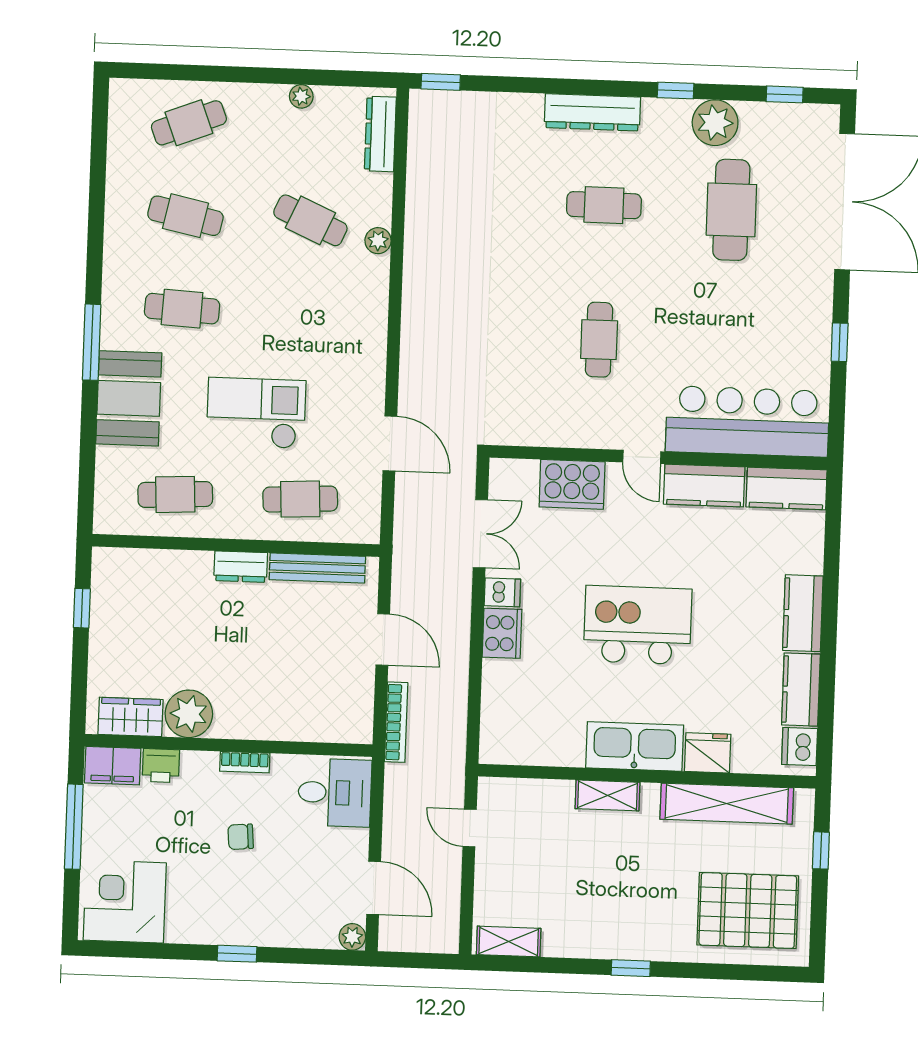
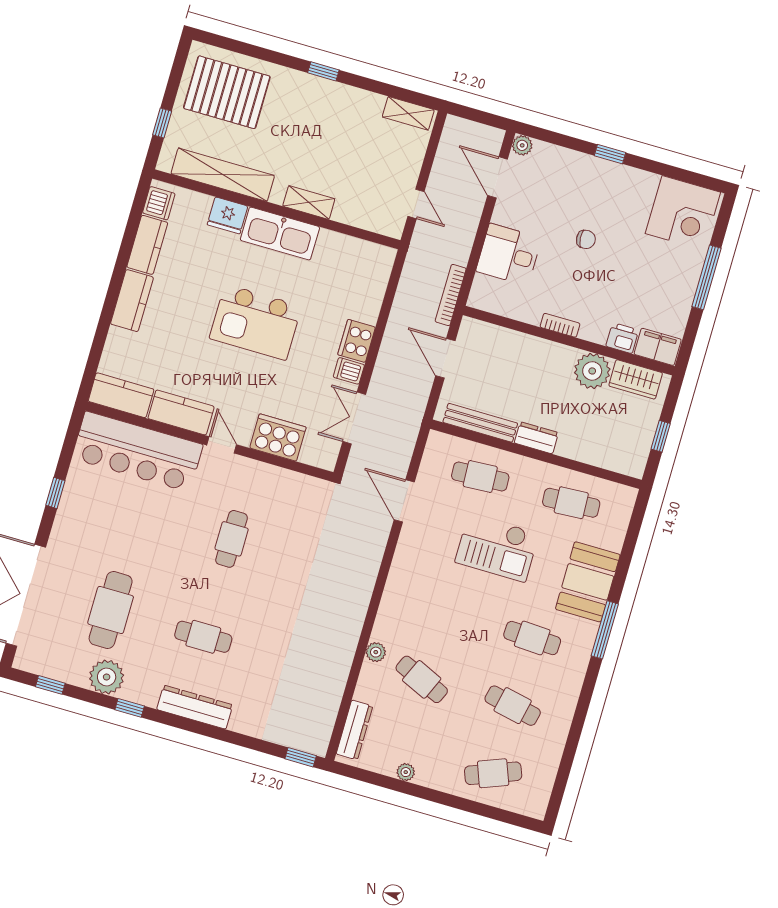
plant: (189, 714) -> (592, 371), moved
wardrobe: (130, 717) -> (636, 379), moved
wall: (229, 745) -> (569, 341), moved
bookcase: (245, 762) -> (560, 325), moved
filing cabinet: (113, 766) -> (658, 347), moved
printer: (161, 766) -> (622, 338), moved

